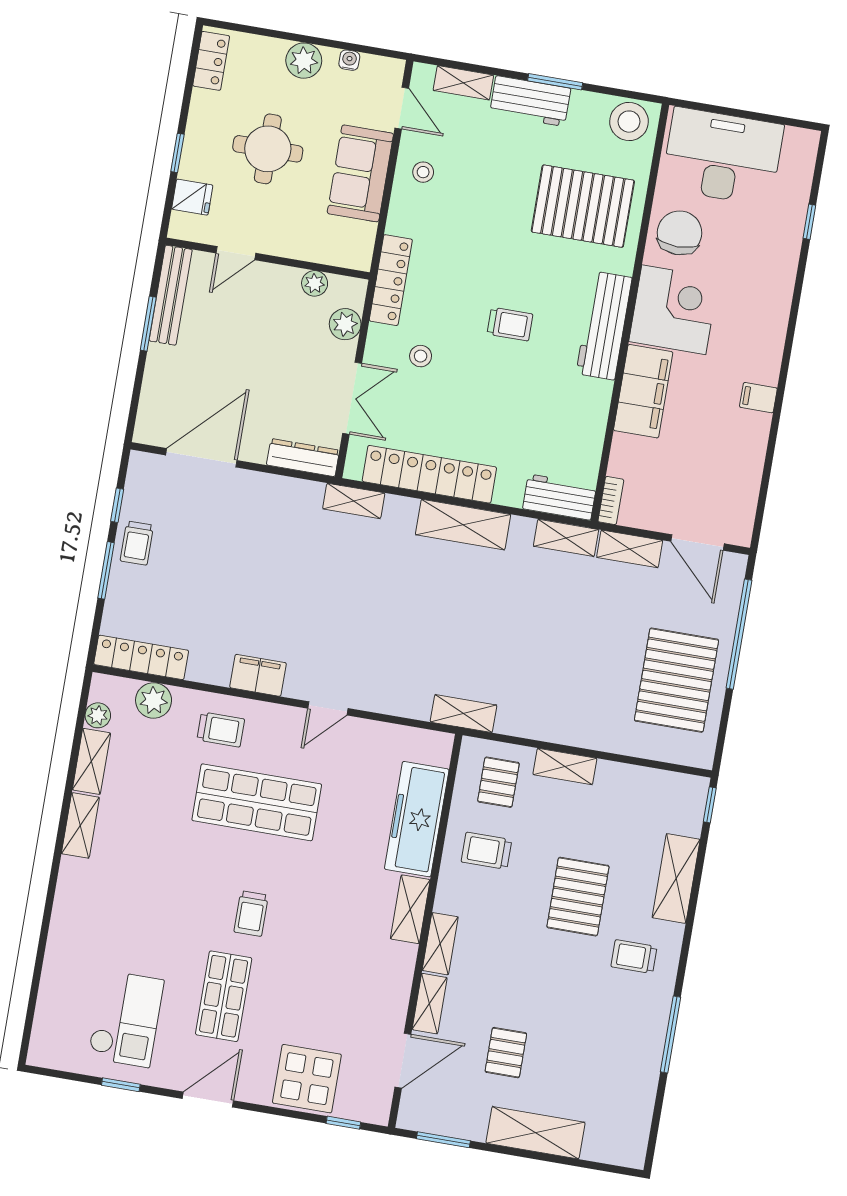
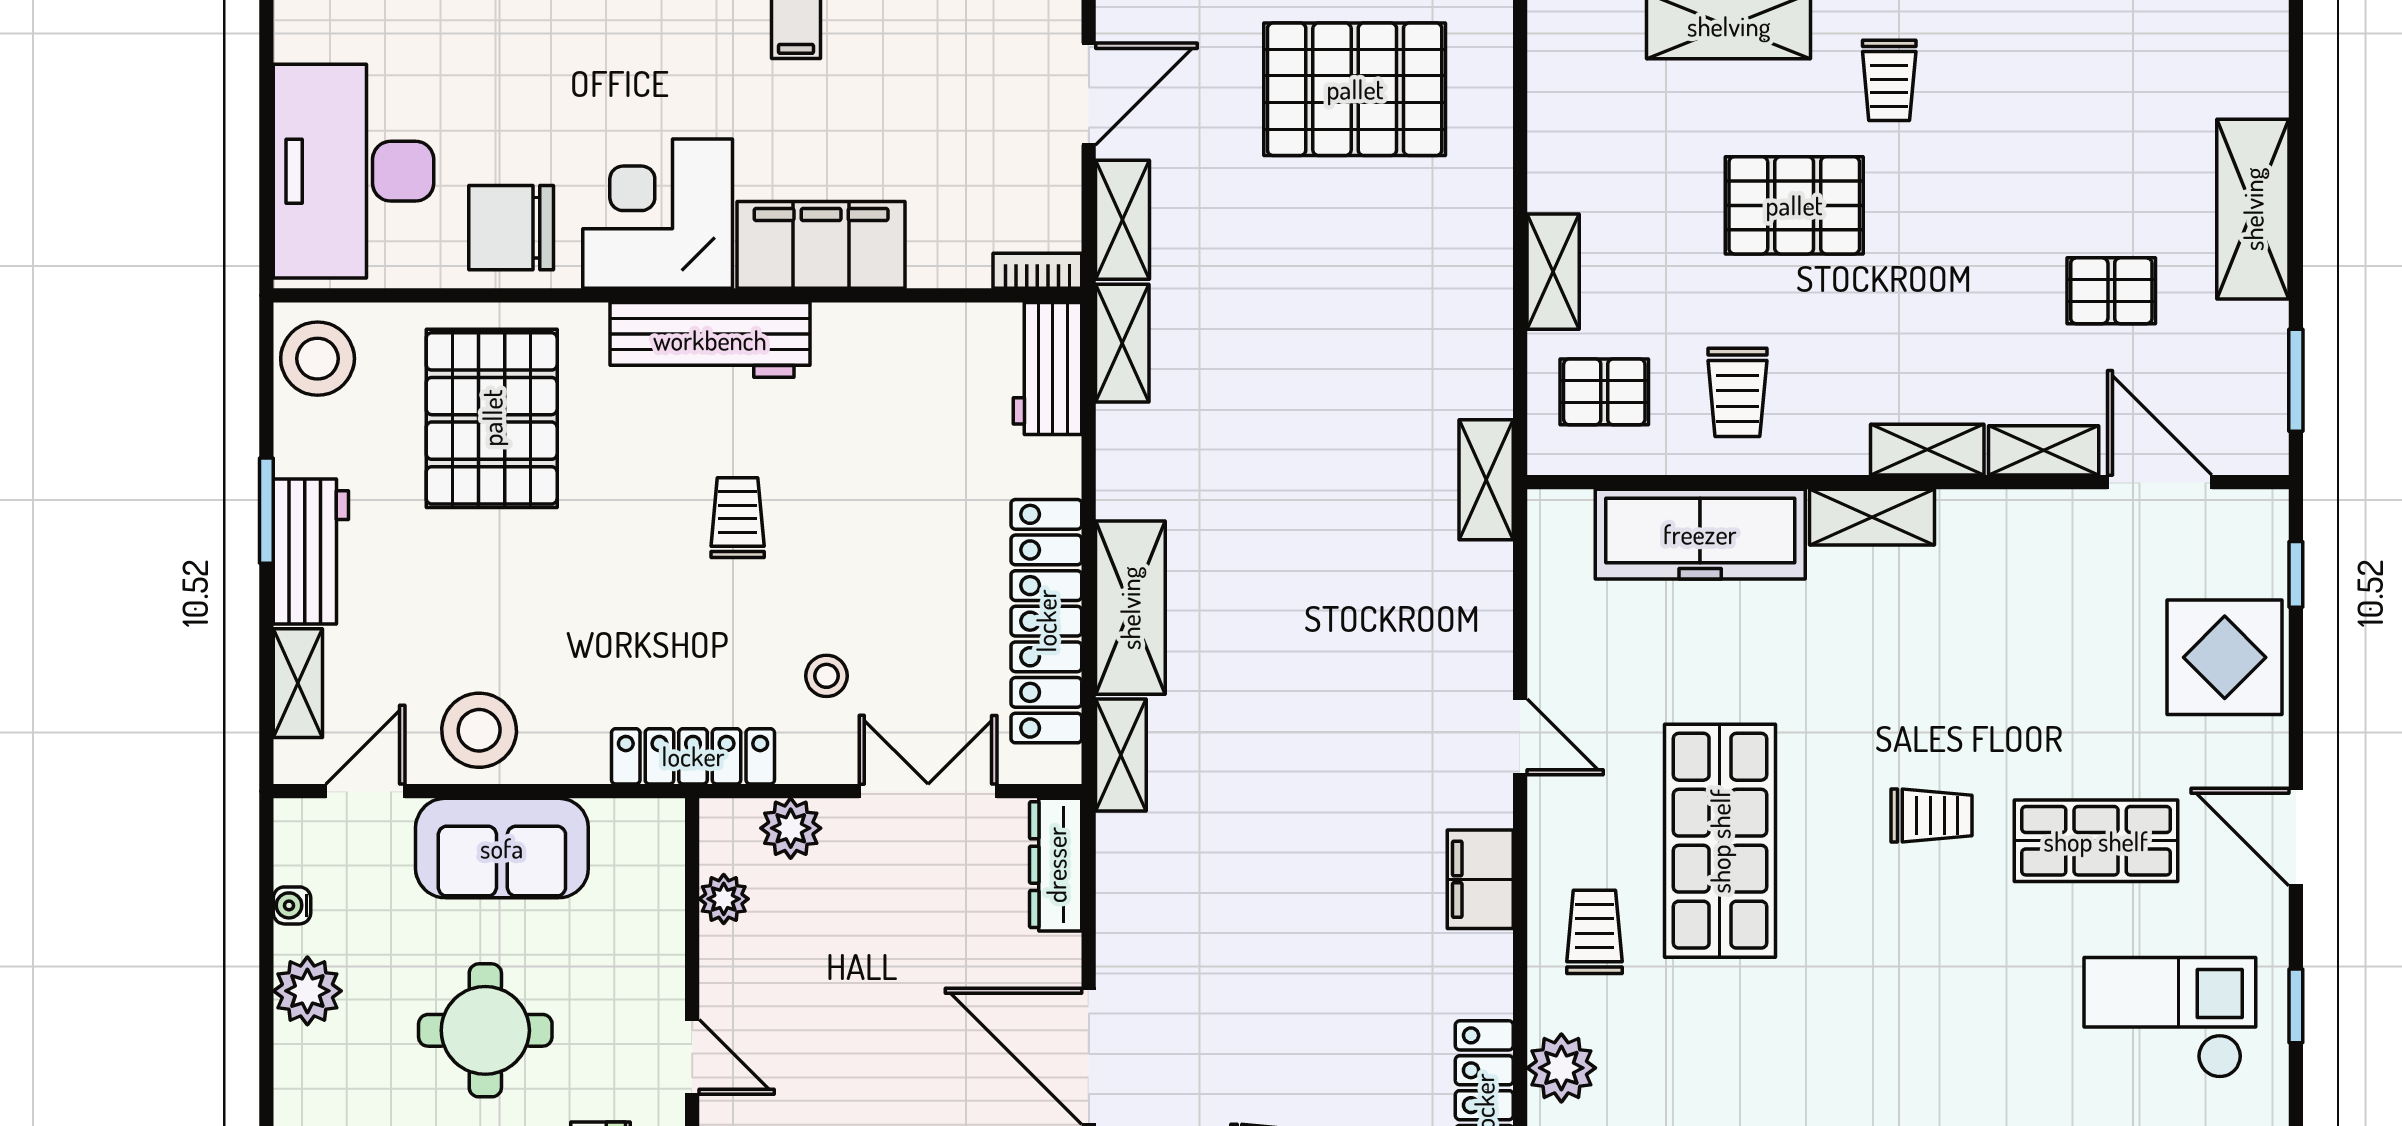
stool: (423, 172) -> (479, 730), width x1.89, depth x1.89
shelving: (463, 525) -> (1130, 608), moved

